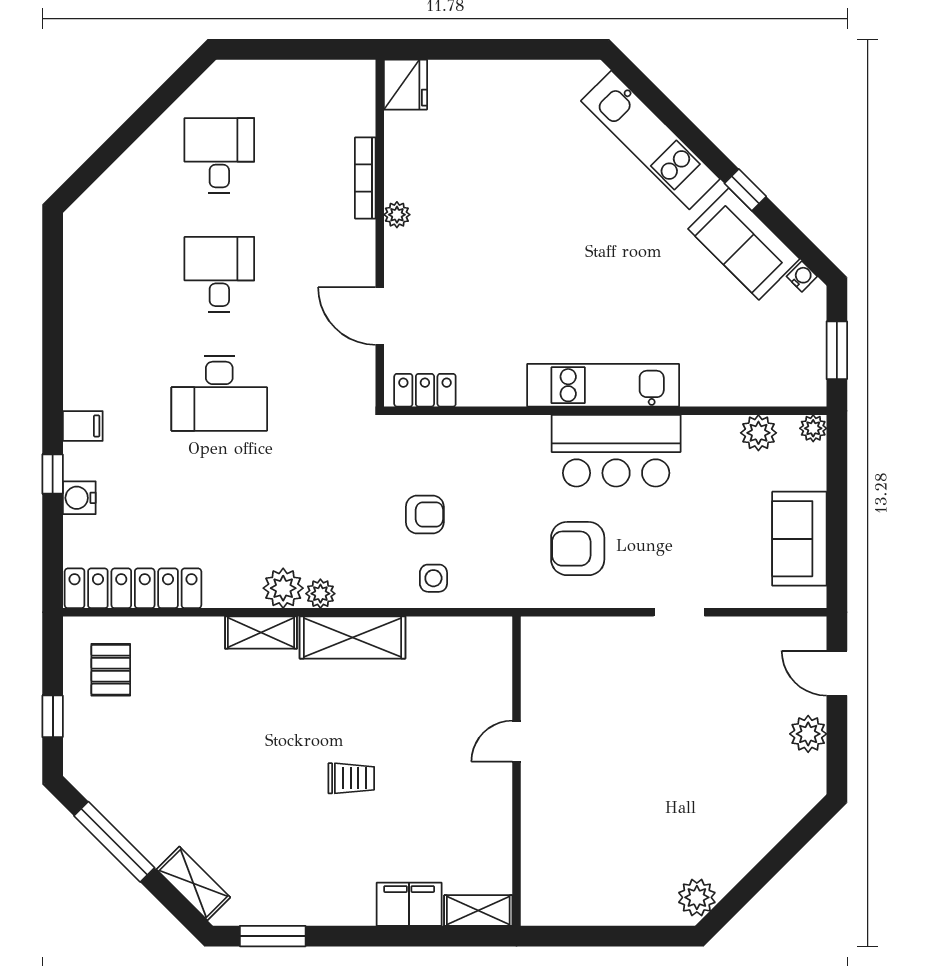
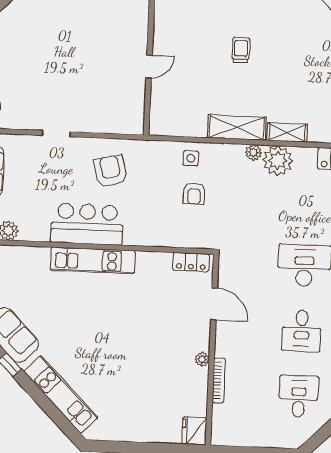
desk: (219, 156) -> (299, 396), turned 180
armchair: (425, 514) -> (194, 194), turned -90
armchair: (578, 549) -> (111, 171), turned -104
plant: (283, 588) -> (278, 161), width x1.36, depth x1.36
trolley: (351, 778) -> (241, 50), turned 90

